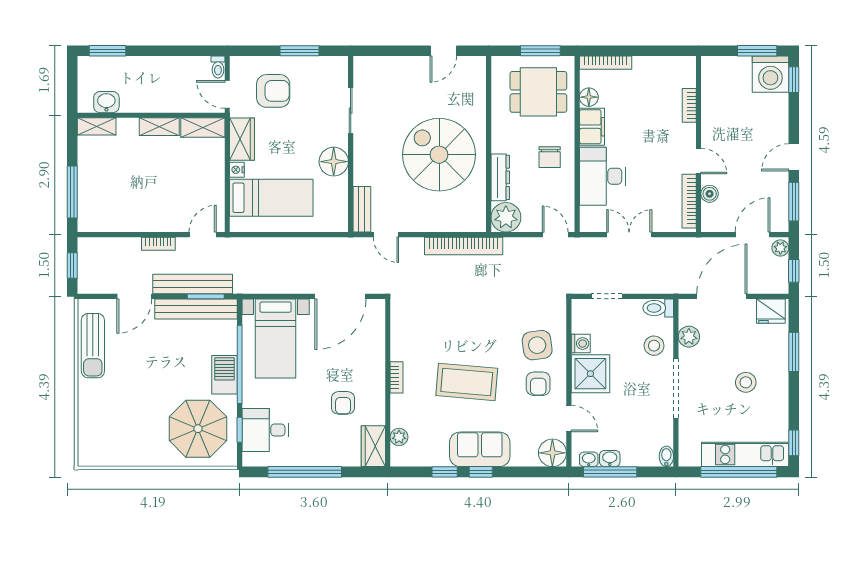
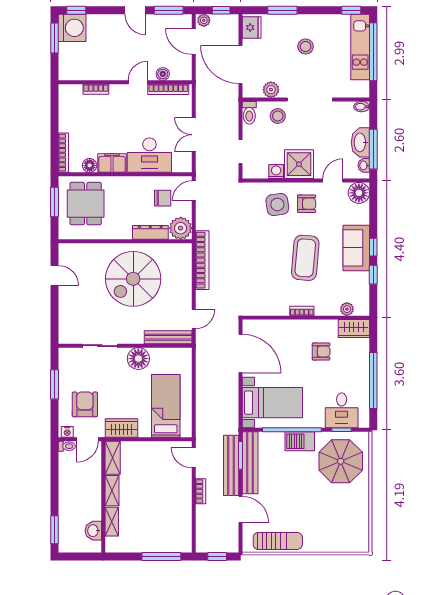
shelving: (97, 126) -> (112, 522), moved
chair: (550, 157) -> (163, 198), moved
nightstand: (237, 170) -> (67, 432), moved
bench: (362, 209) -> (168, 337), width x1.36
washbasin: (610, 458) -> (360, 142), width x1.91, depth x1.45

